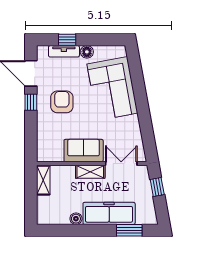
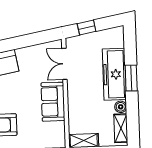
shelving: (90, 172) -> (121, 128), moved
window: (129, 230) -> (131, 78), moved

